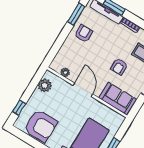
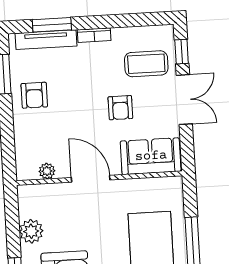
armchair: (84, 34) -> (34, 95), turned 180
plant: (45, 86) -> (31, 231), moved

